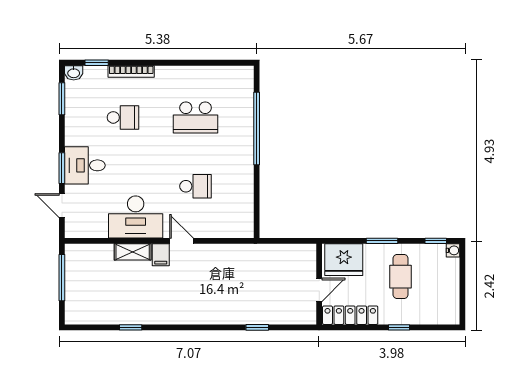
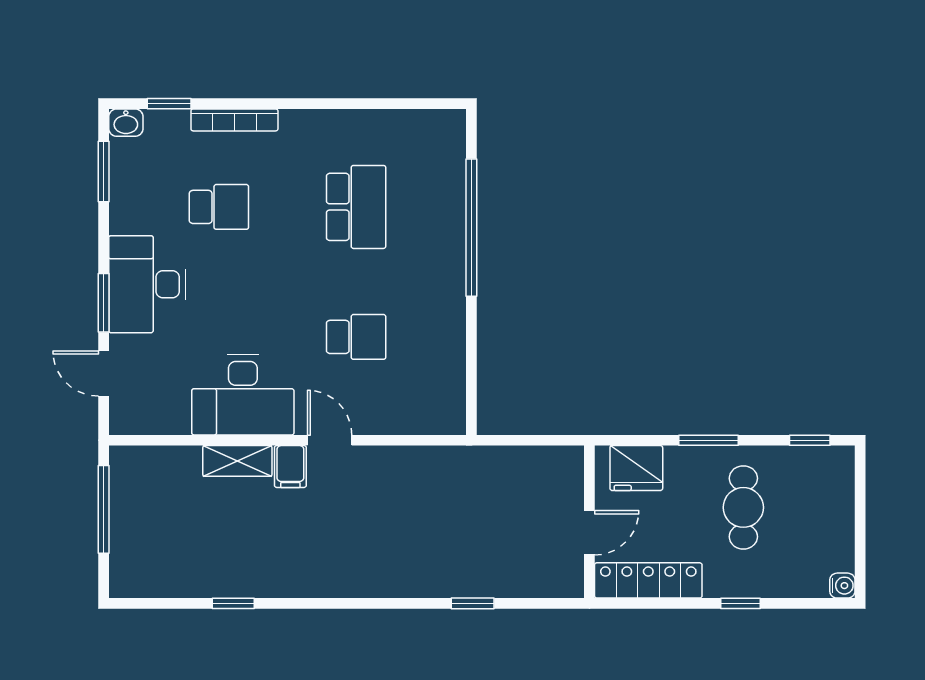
school desk: (196, 117) -> (356, 207), turned -90
desk: (85, 165) -> (147, 284), width x1.37
water cooler: (453, 250) -> (842, 586), moved
fridge: (344, 260) -> (636, 468), width x0.73, depth x0.75

